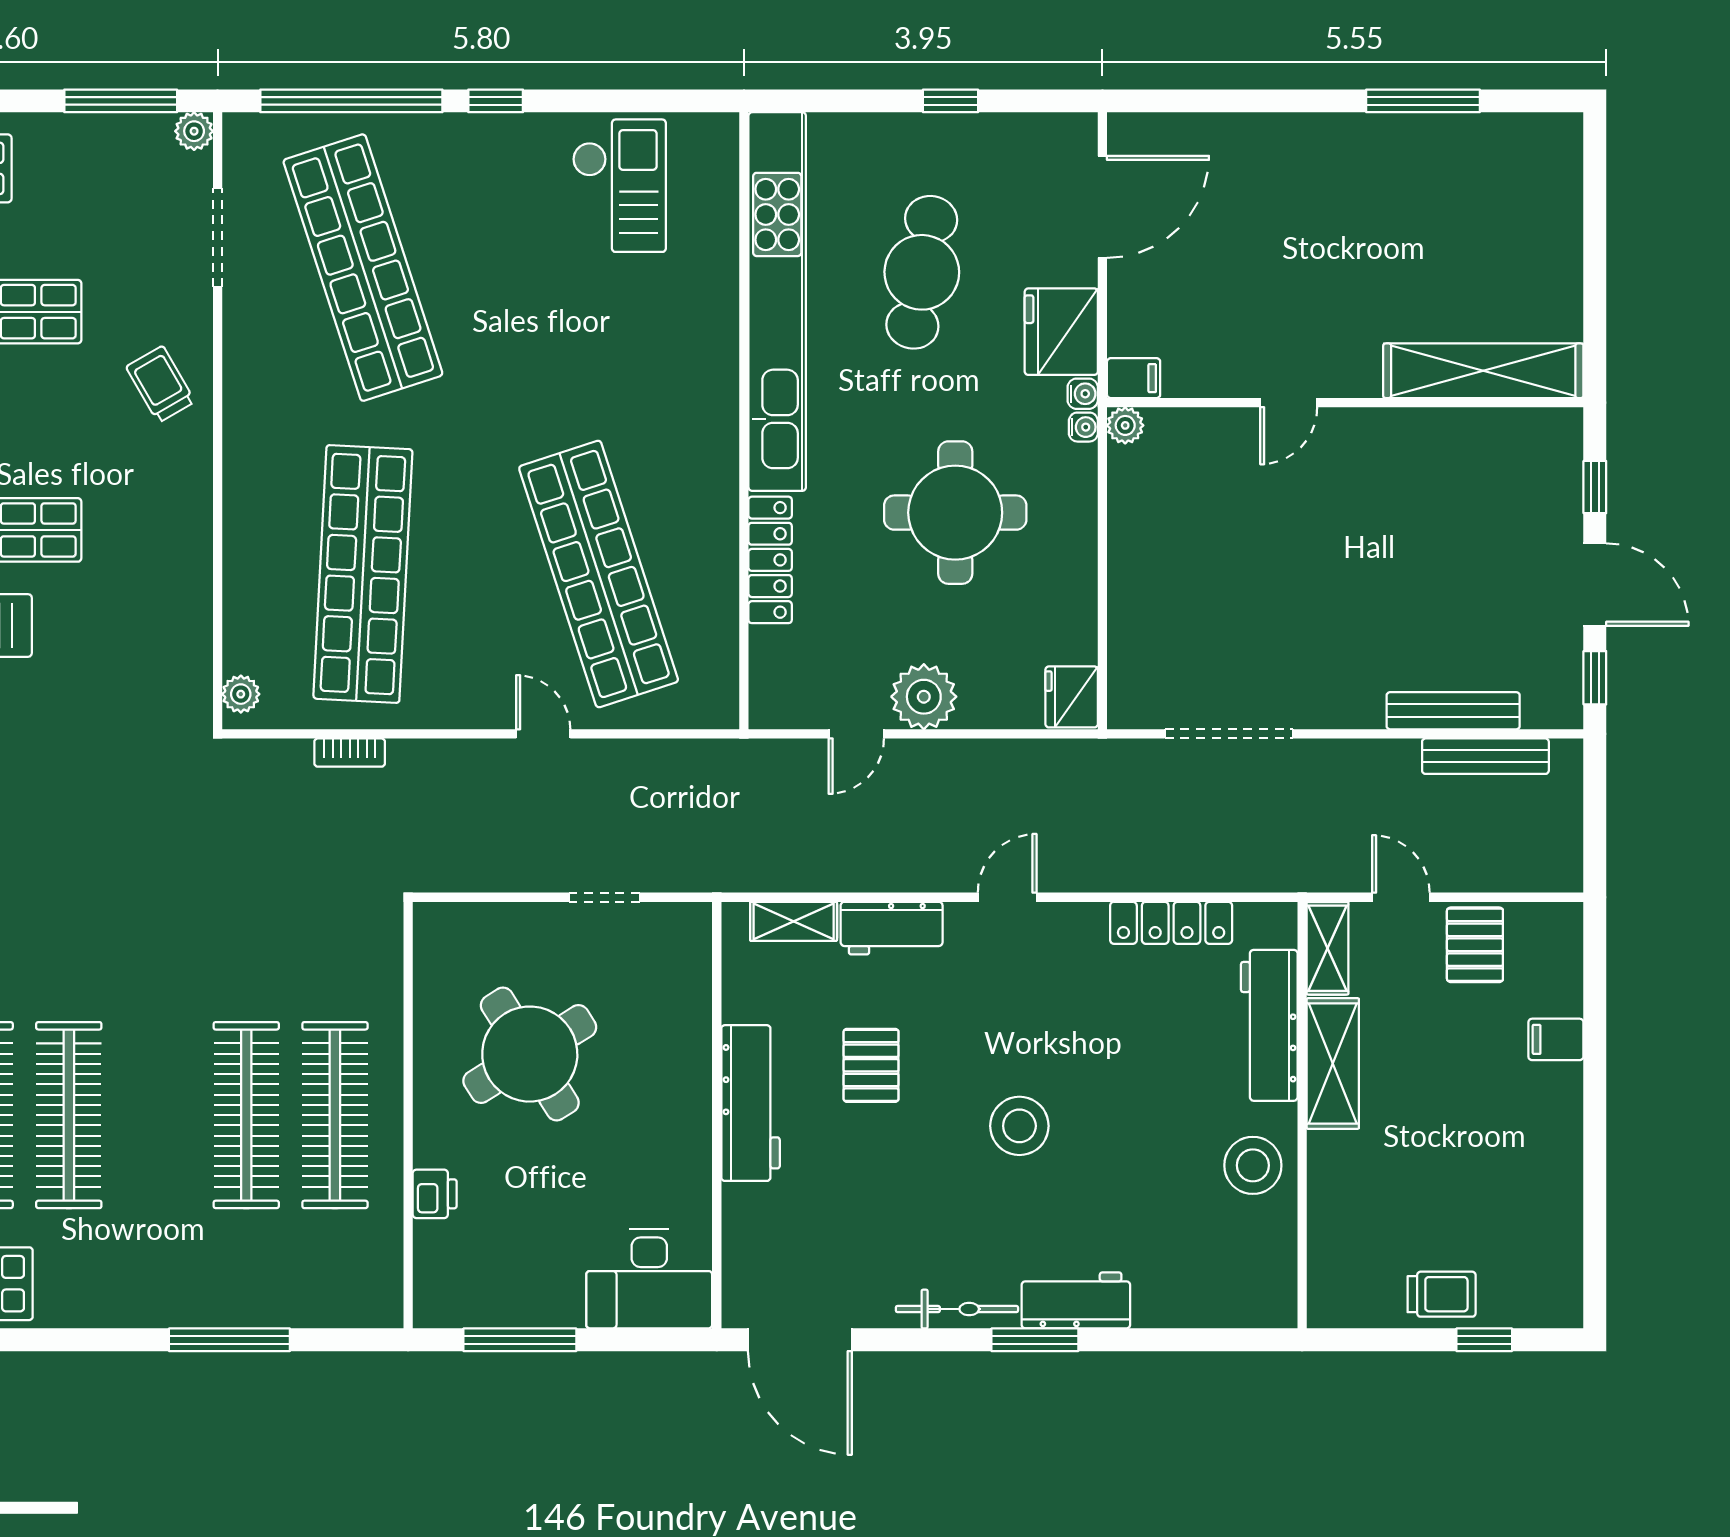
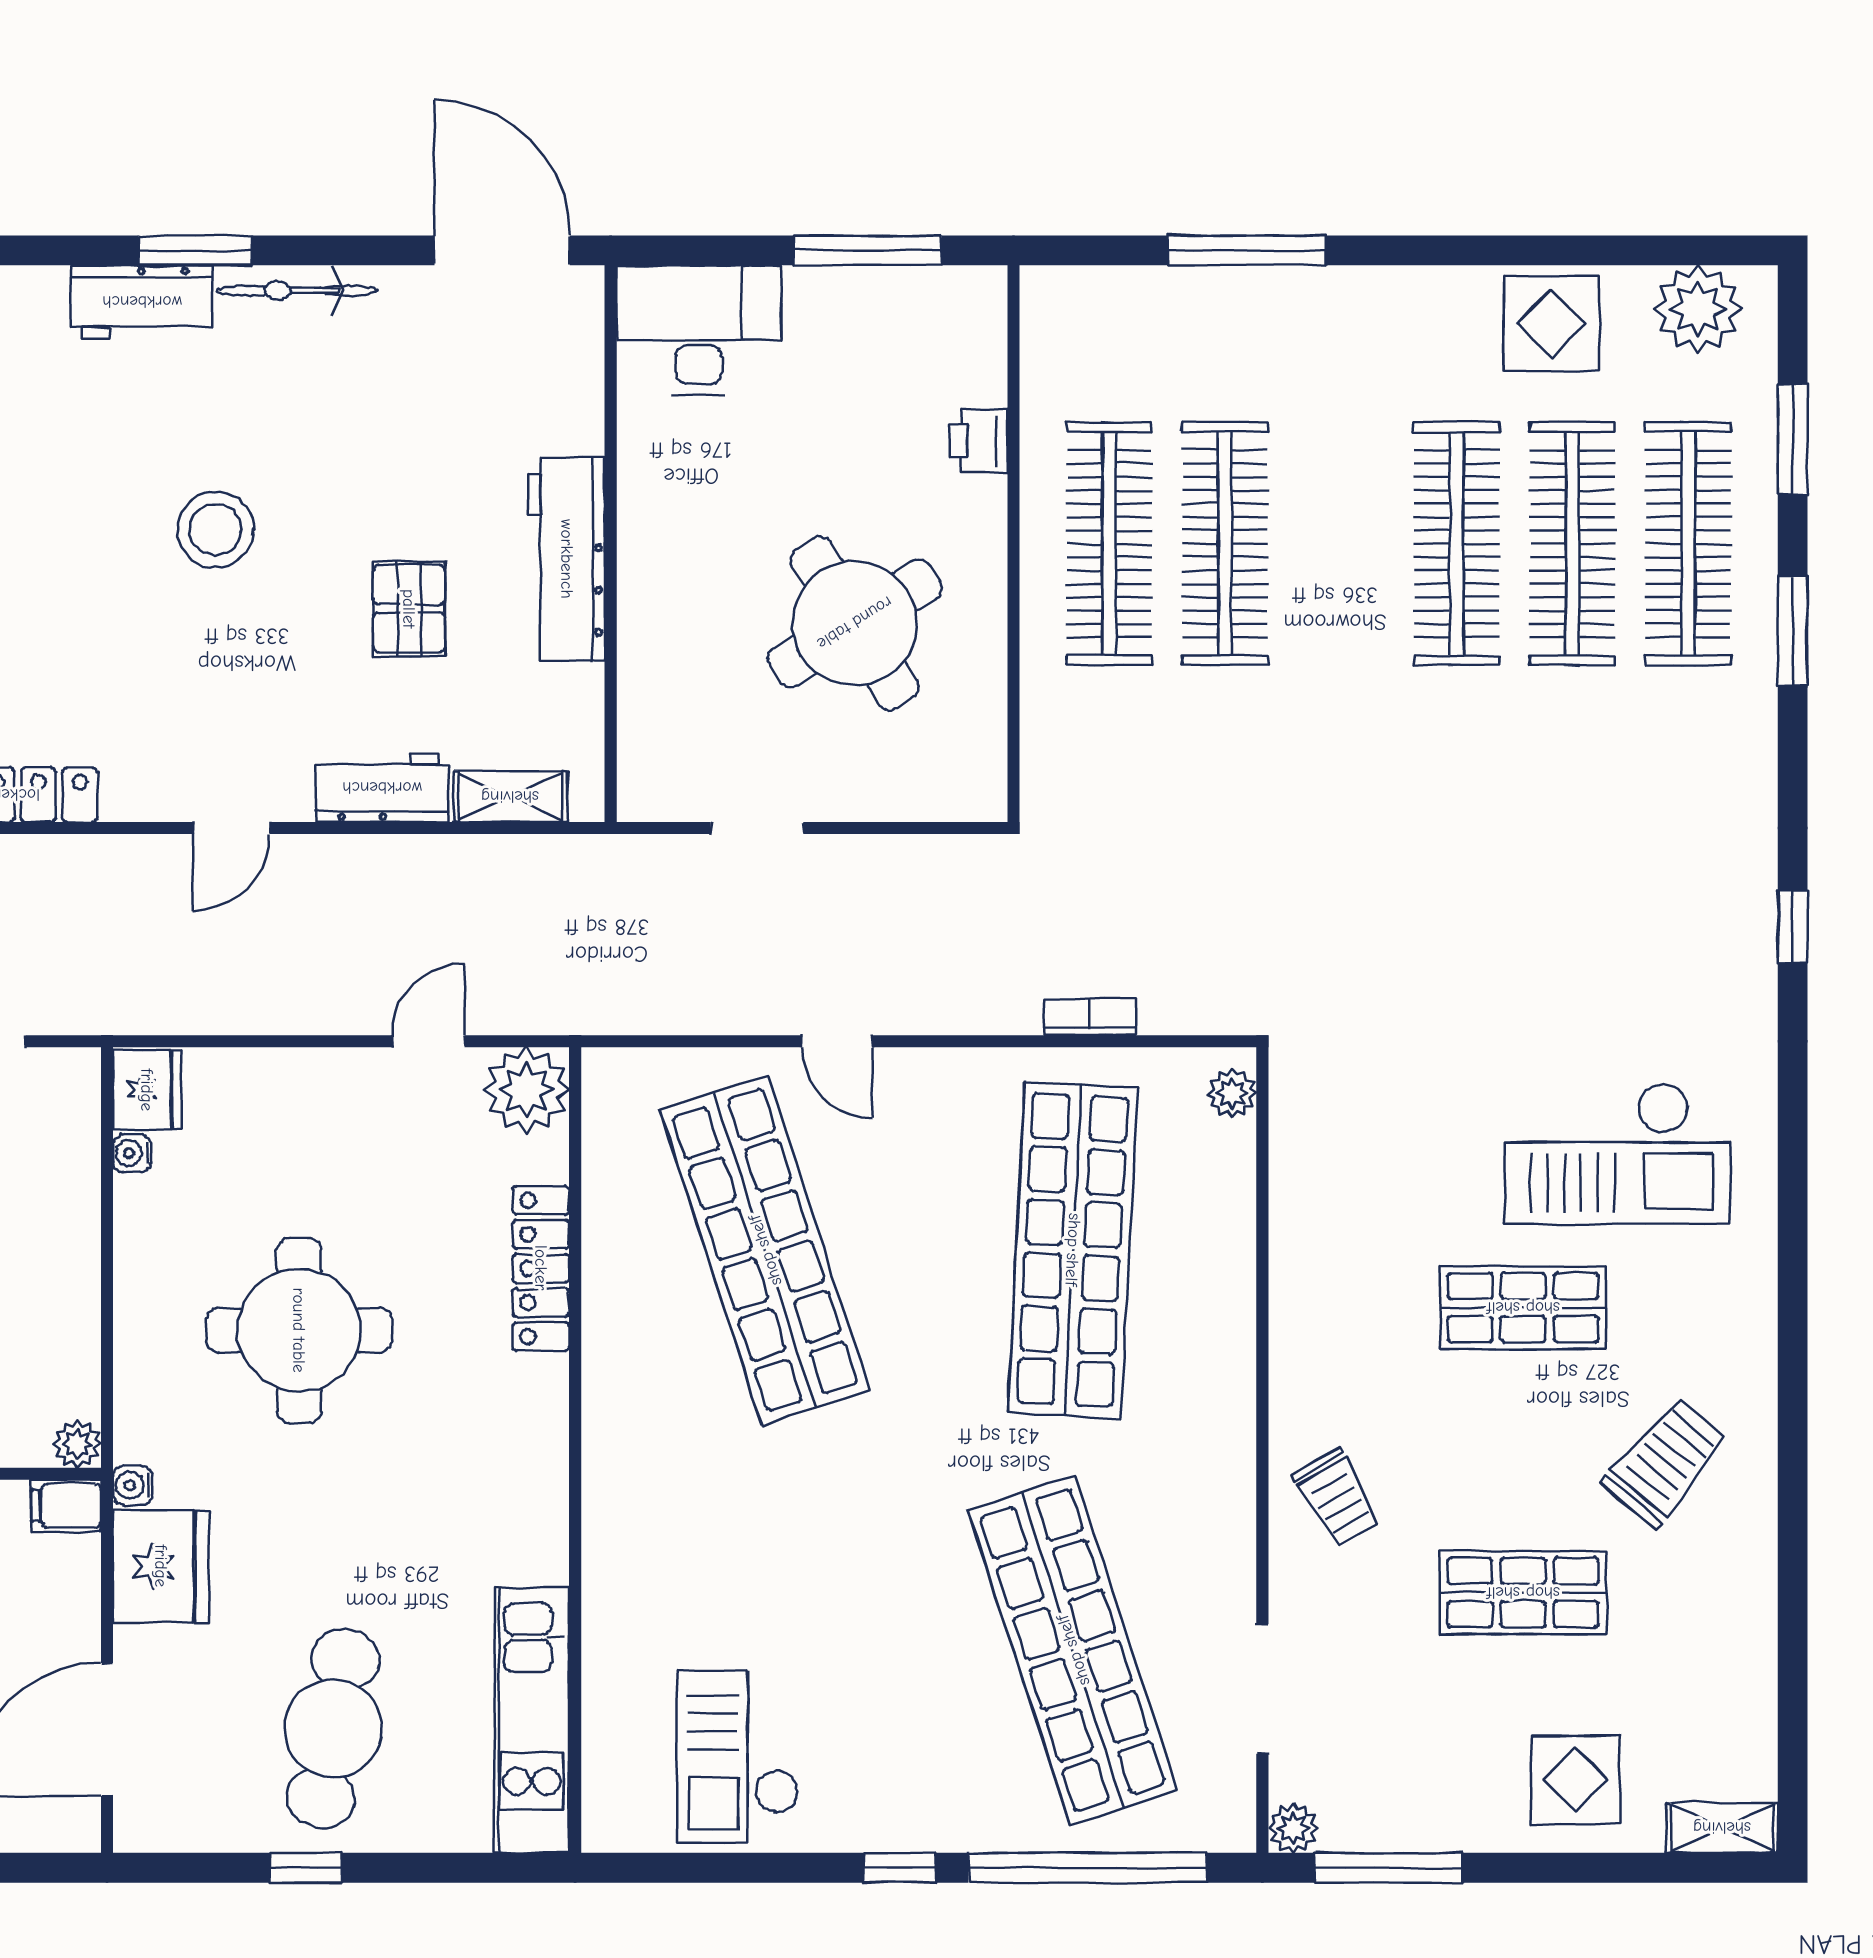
cafe table: (922, 272) -> (333, 1729), moved
kitchen unit: (777, 302) -> (532, 1720), width x0.54
water cooler: (1083, 427) -> (132, 1153), moved
plant: (924, 697) -> (527, 1090), moved

